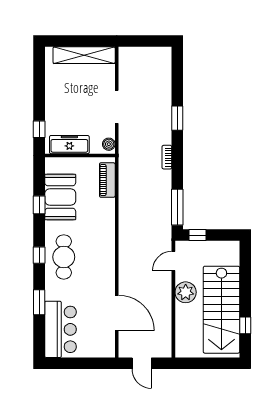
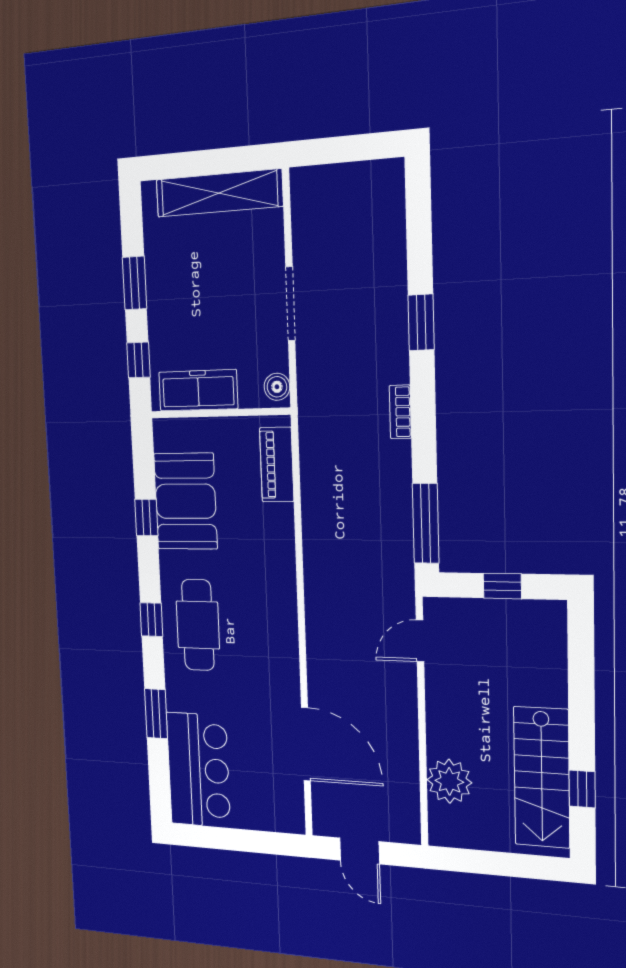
window: (39, 93) -> (135, 283), added
window: (197, 235) -> (502, 586), moved
plant: (186, 292) -> (449, 781), moved
stairs: (221, 310) -> (542, 777), width x0.73, depth x0.66

